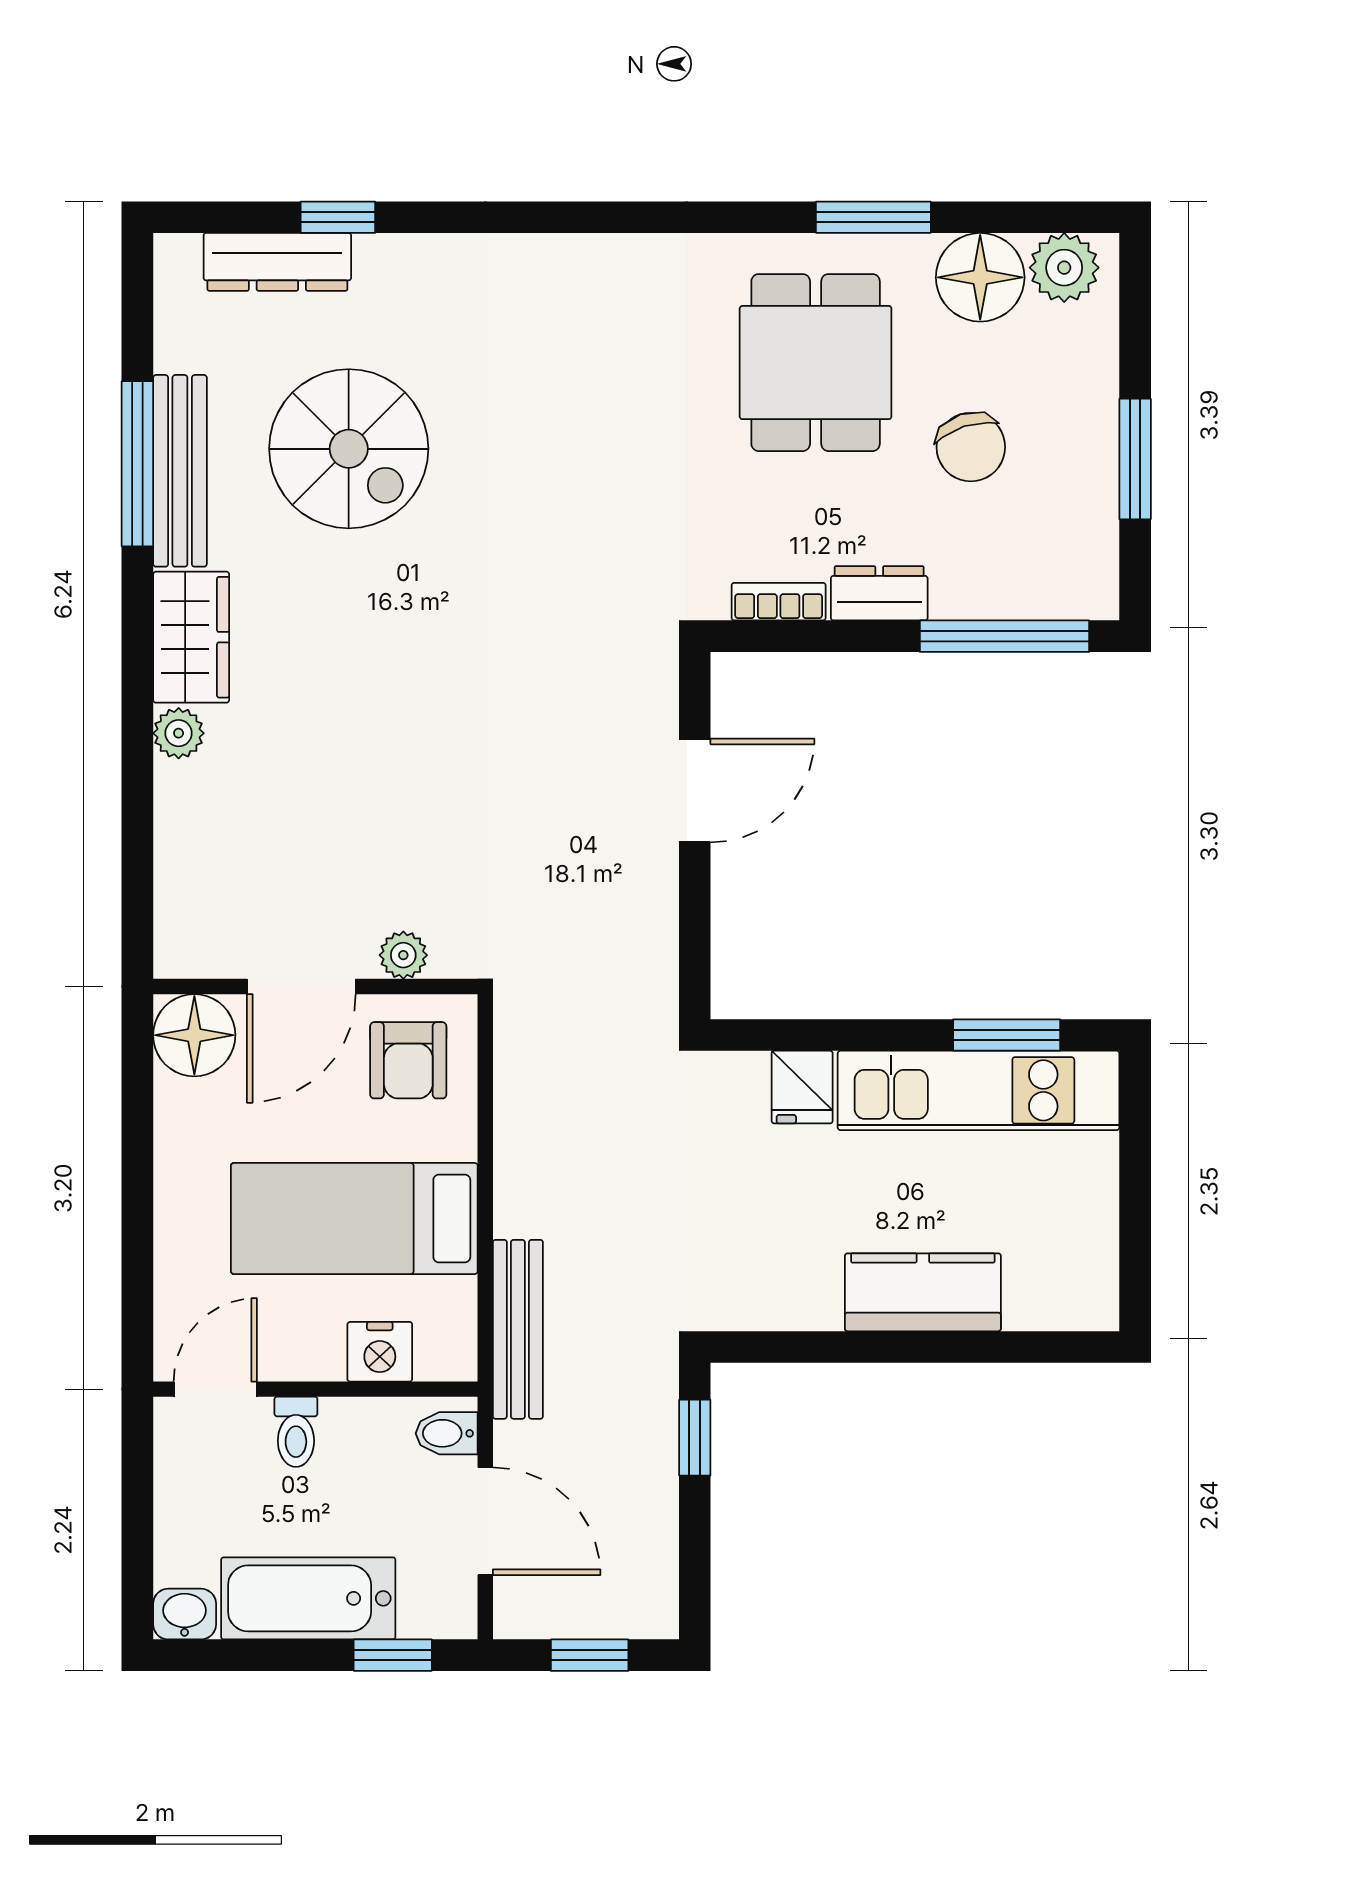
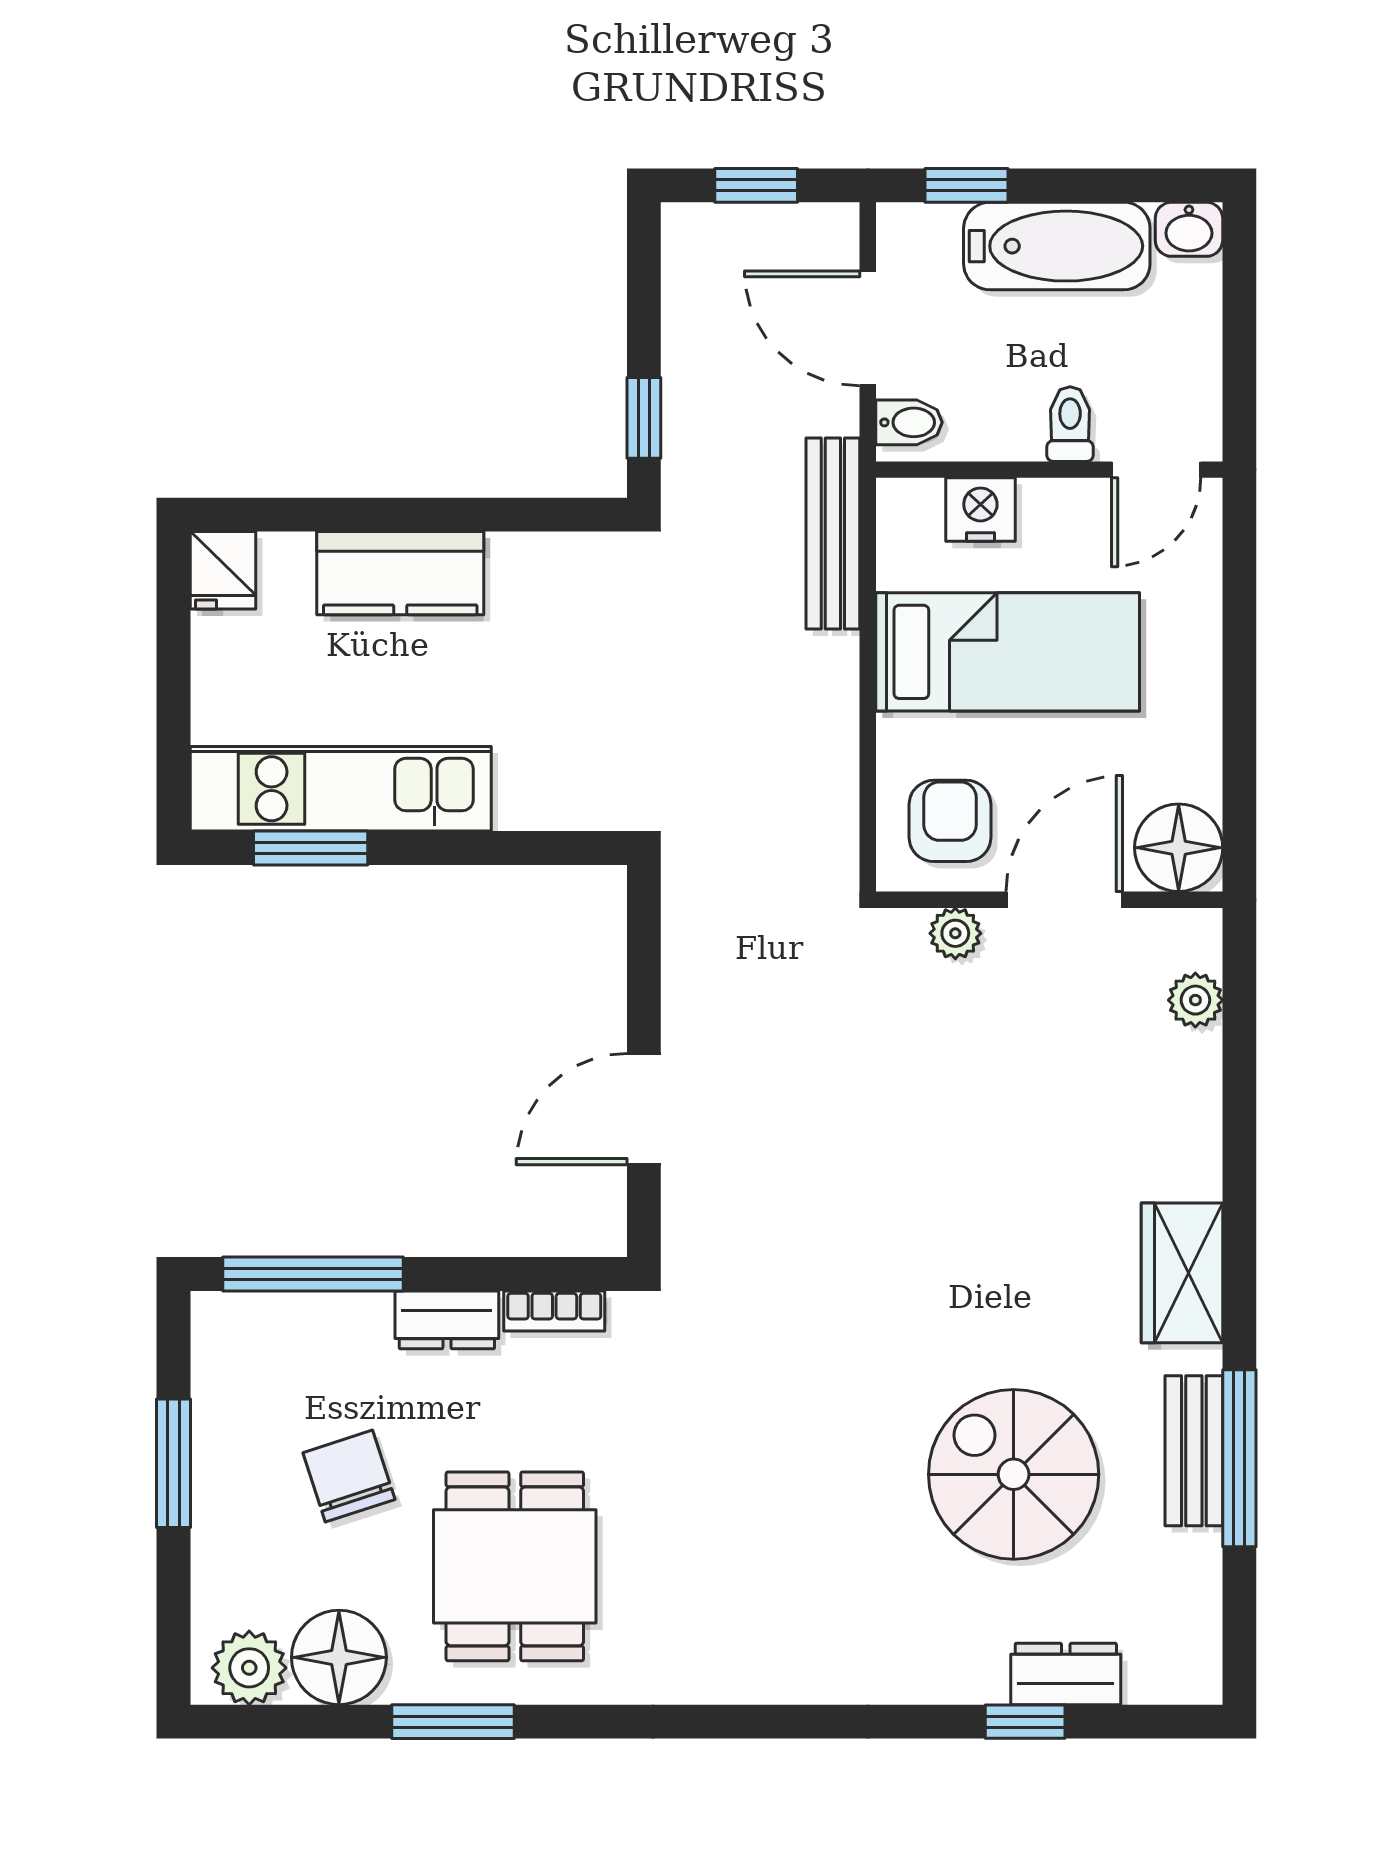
dresser: (277, 262) -> (1066, 1674), width x0.70
bench: (180, 471) -> (1194, 1451), width x0.73
plant: (179, 733) -> (1195, 1000), moved
fridge: (802, 1087) -> (223, 570), moved, turned 180

